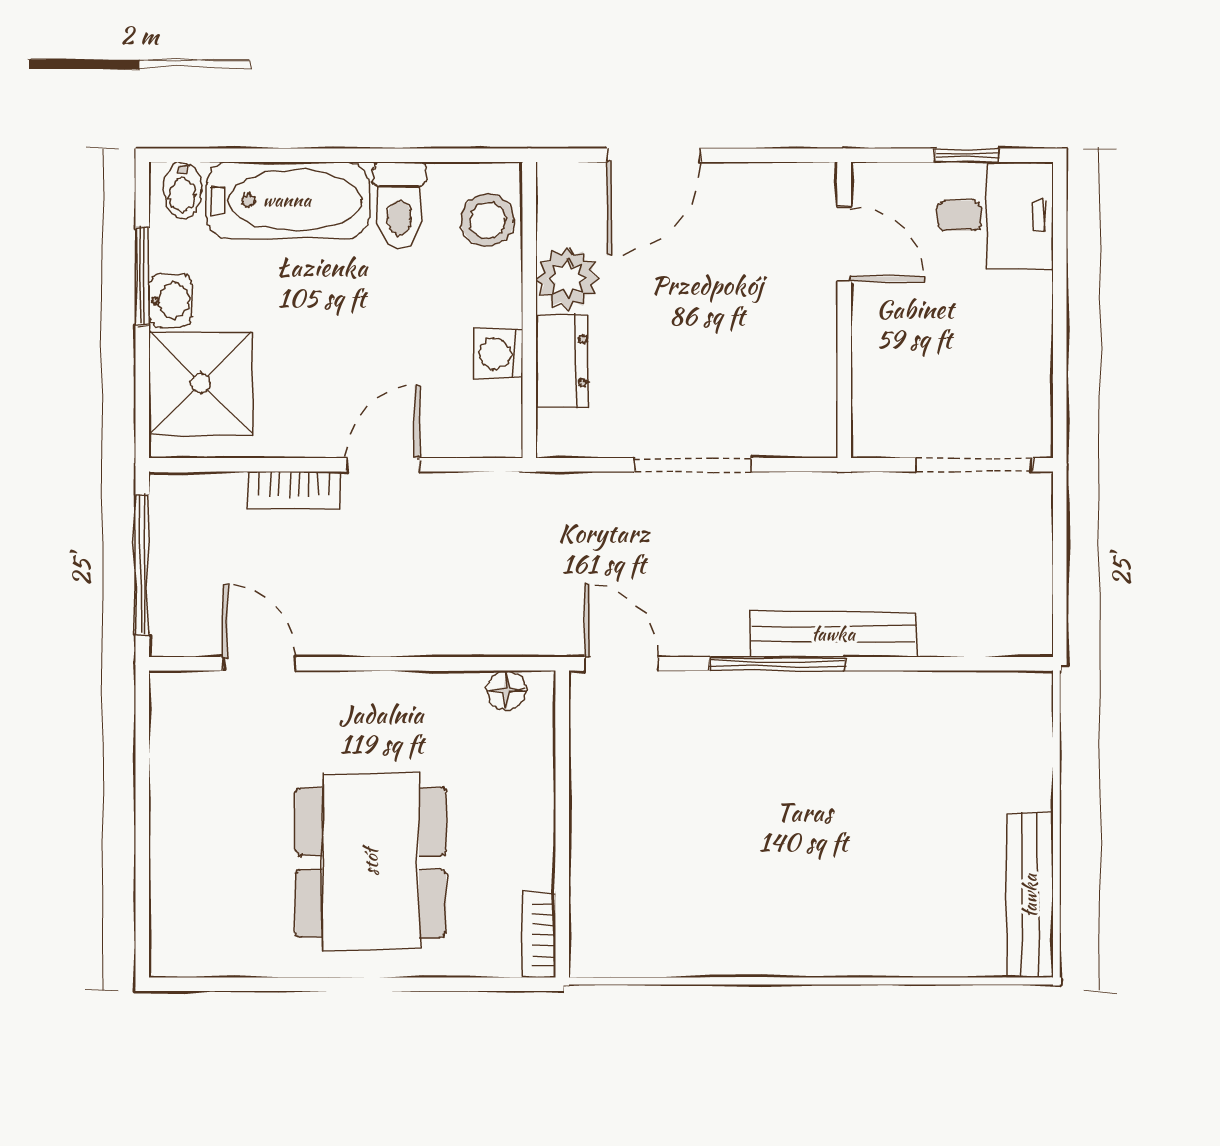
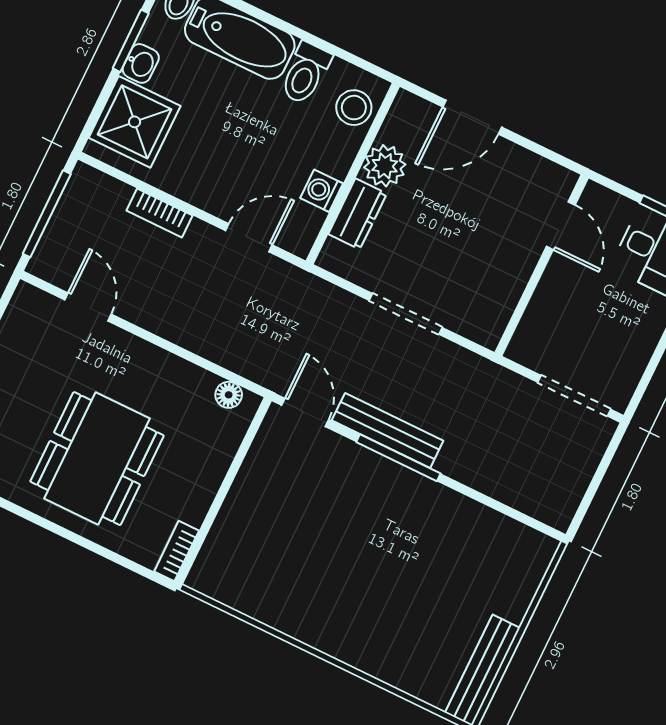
door: (383, 465) -> (249, 238), moved
bench: (833, 634) -> (388, 431), moved

